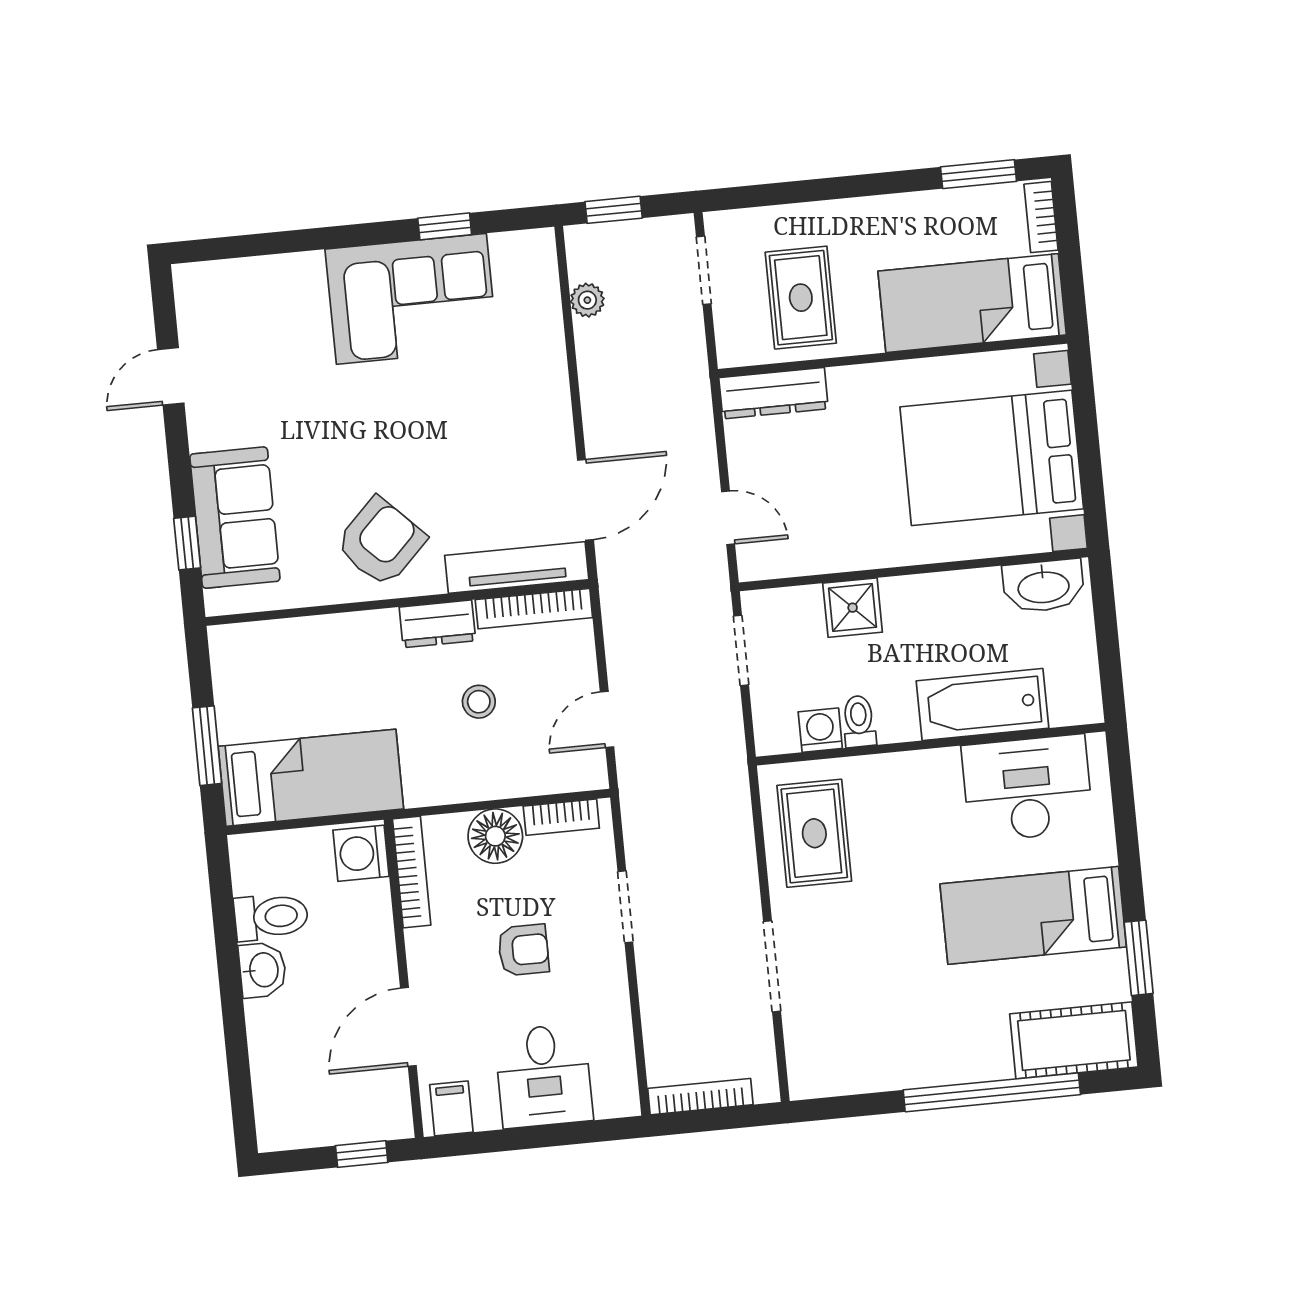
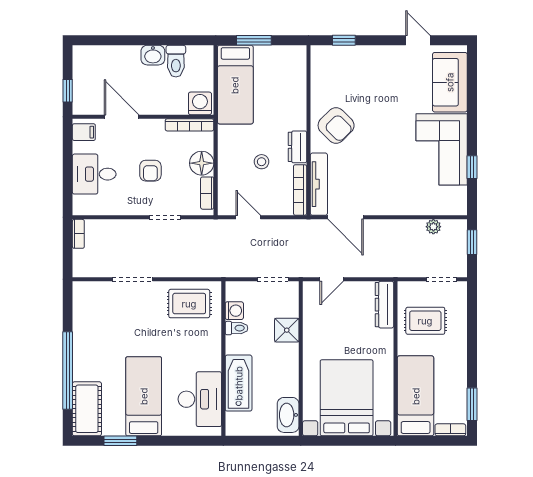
sofa: (235, 518) -> (450, 82), moved, turned 90
bookcase: (700, 1097) -> (78, 234), width x0.64

